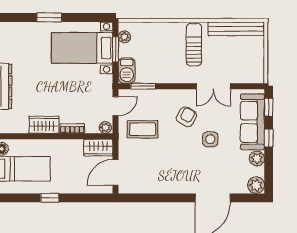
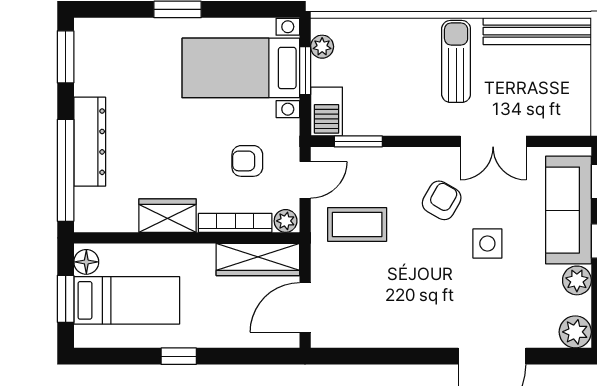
armchair: (85, 96) -> (247, 161), added
bookcase: (72, 129) -> (235, 223), width x1.56
wardrobe: (98, 148) -> (258, 259), width x1.50

